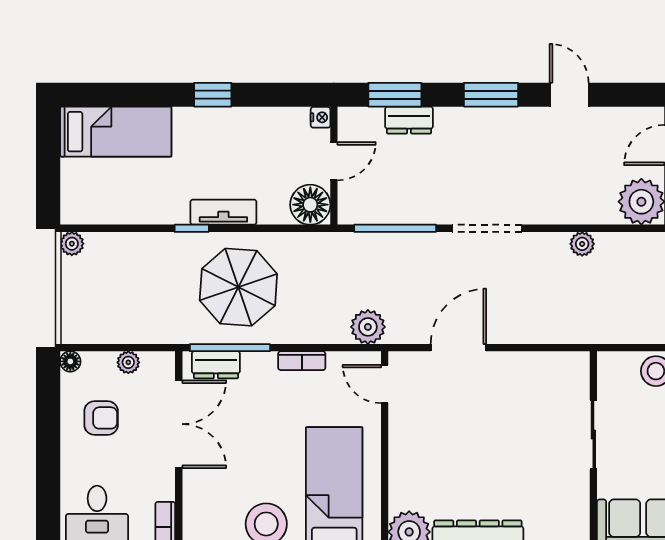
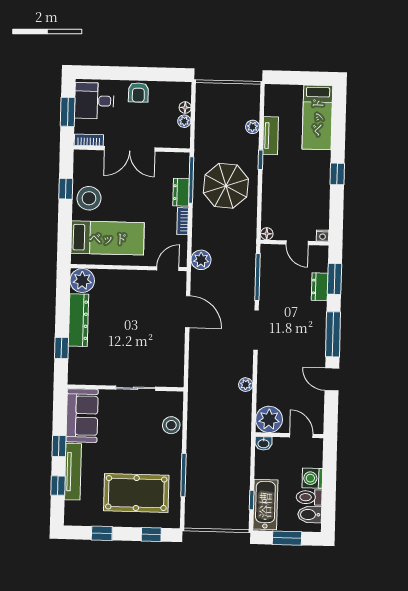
window: (491, 95) -> (333, 334), width x1.44
door: (569, 95) -> (332, 379), swing flipped
floor lamp: (310, 205) -> (267, 234), width x0.53, depth x0.53
tv unit: (223, 212) -> (270, 136), moved
plant: (72, 244) -> (253, 127), moved
floor lamp: (70, 361) -> (185, 108), moved
dresser: (216, 365) -> (181, 192), moved
armchair: (101, 418) -> (138, 92), moved
double door: (179, 424) -> (130, 149), moved

